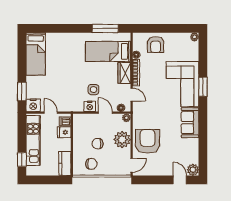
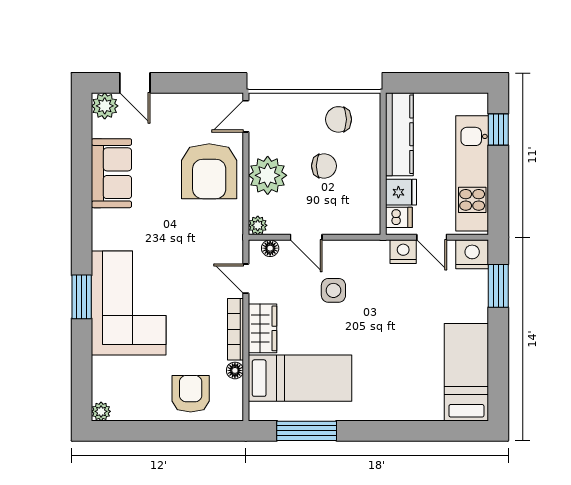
nightstand: (90, 106) -> (403, 252), moved
sofa: (190, 123) -> (111, 173), moved
kitchen counter: (65, 163) -> (399, 134), width x1.50

